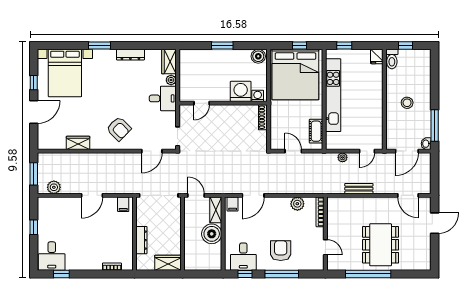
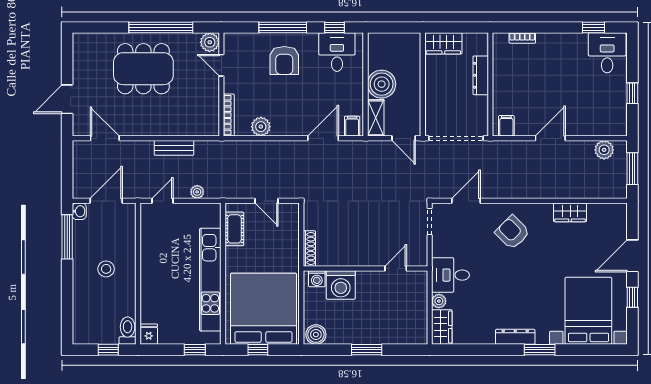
dresser: (130, 55) -> (515, 337), moved
dining table: (381, 245) -> (143, 69), turned 90
plant: (334, 264) -> (210, 42), added

